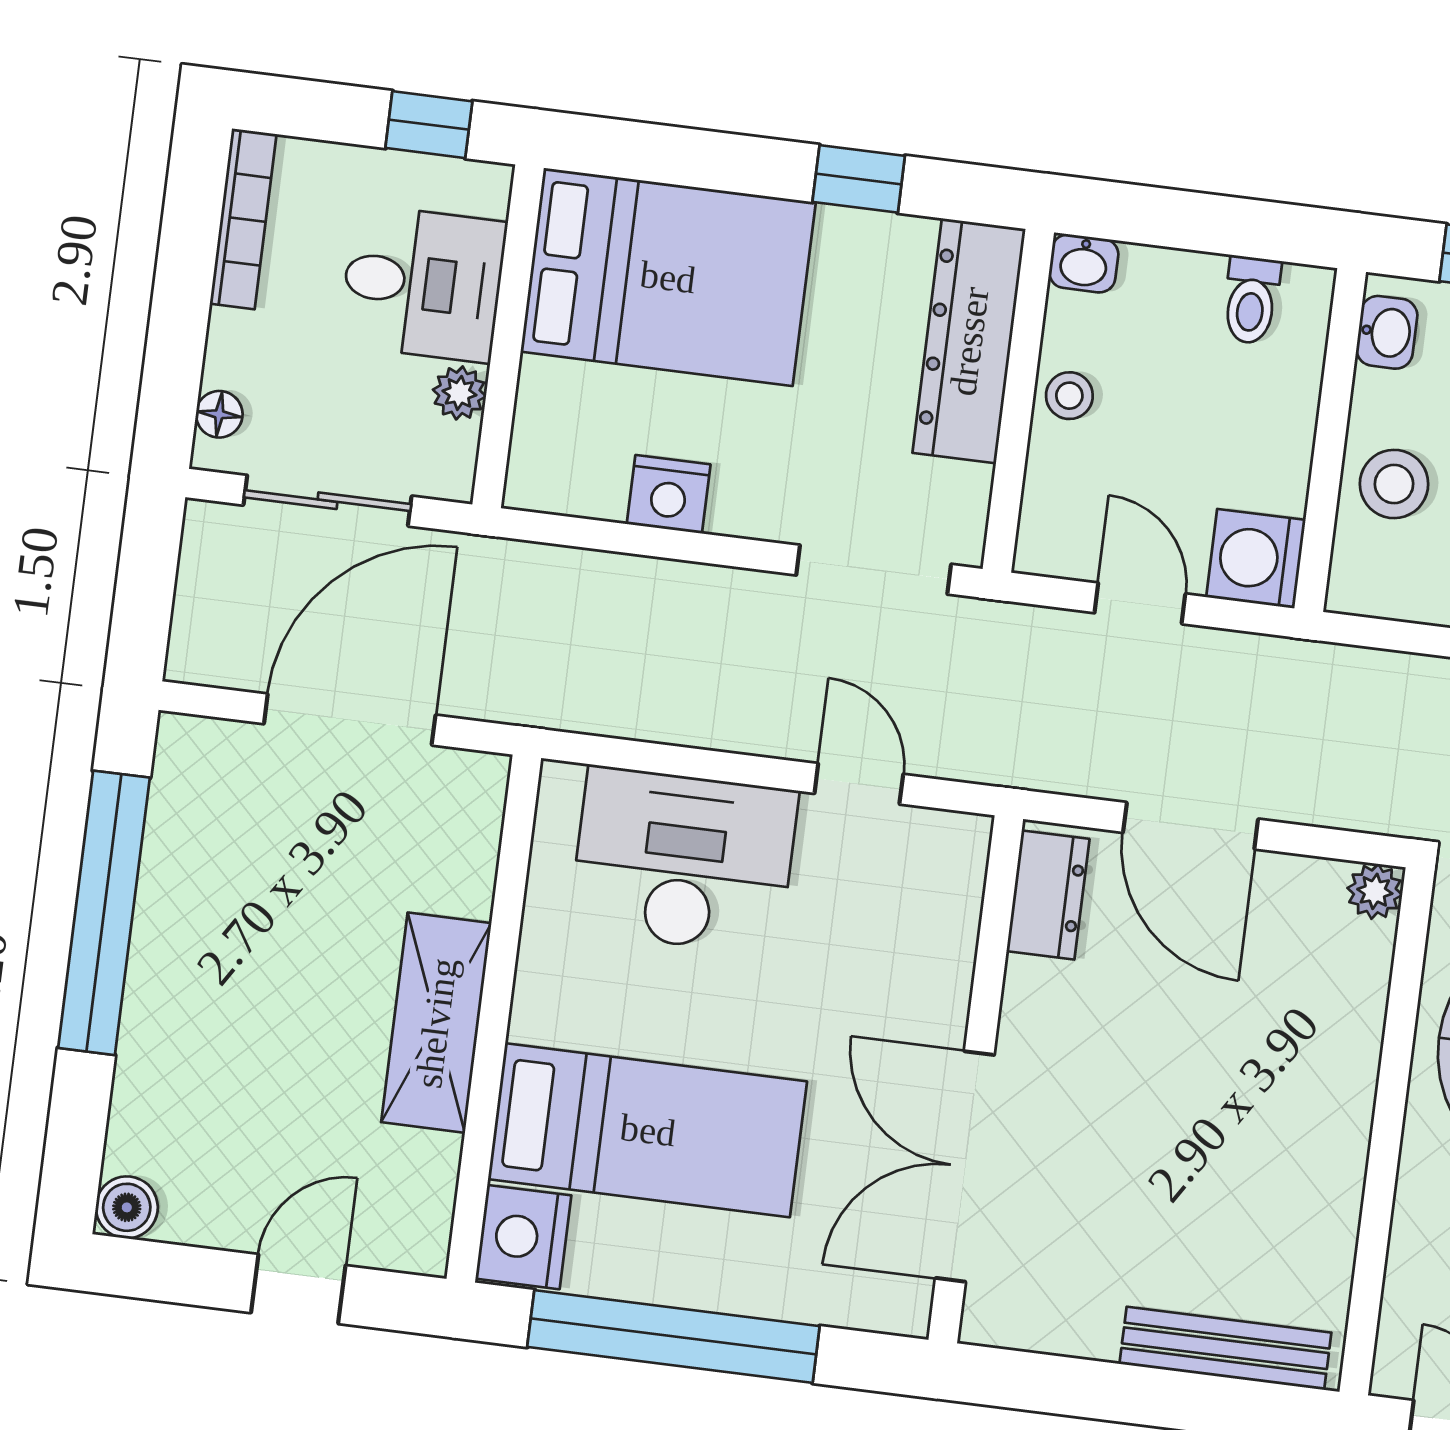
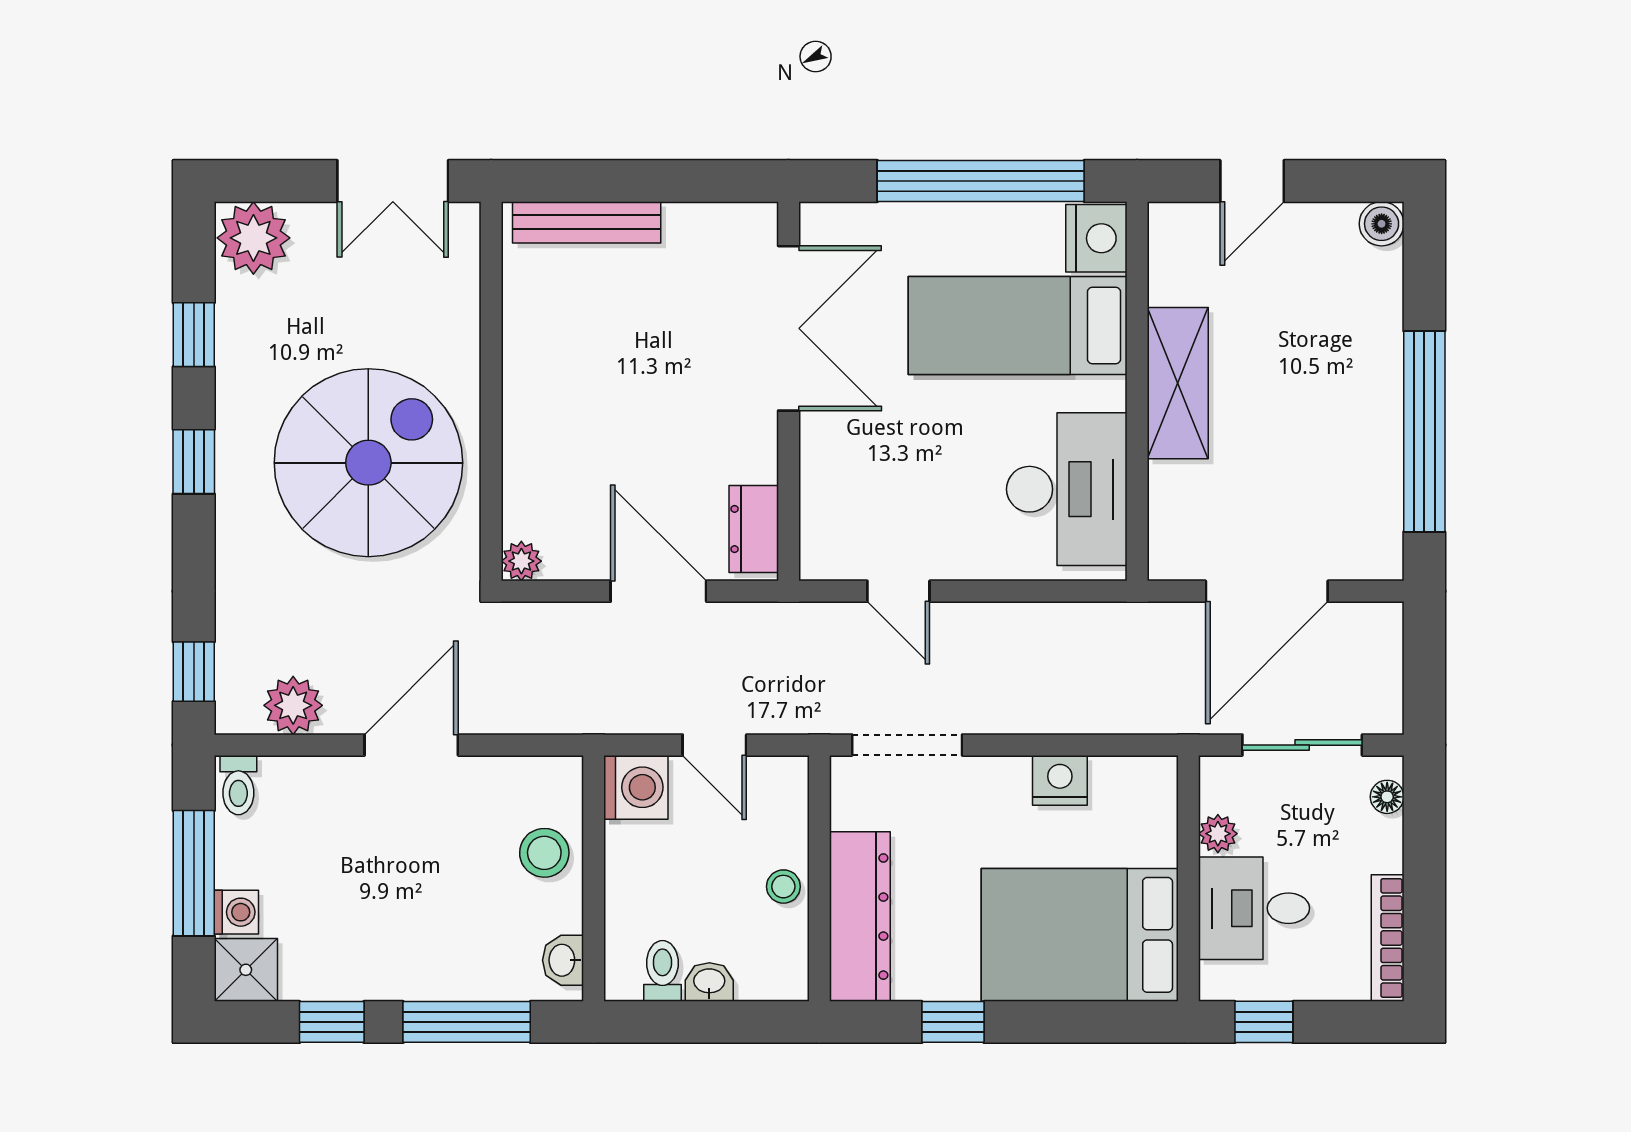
washbasin: (1084, 263) -> (709, 982), moved
desk: (684, 860) -> (1067, 489), moved, turned -90

